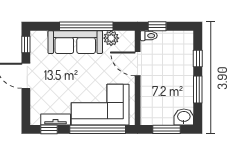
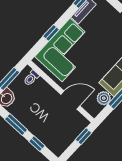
toilet: (149, 36) -> (31, 78), moved
window: (98, 129) -> (51, 33), width x0.32

